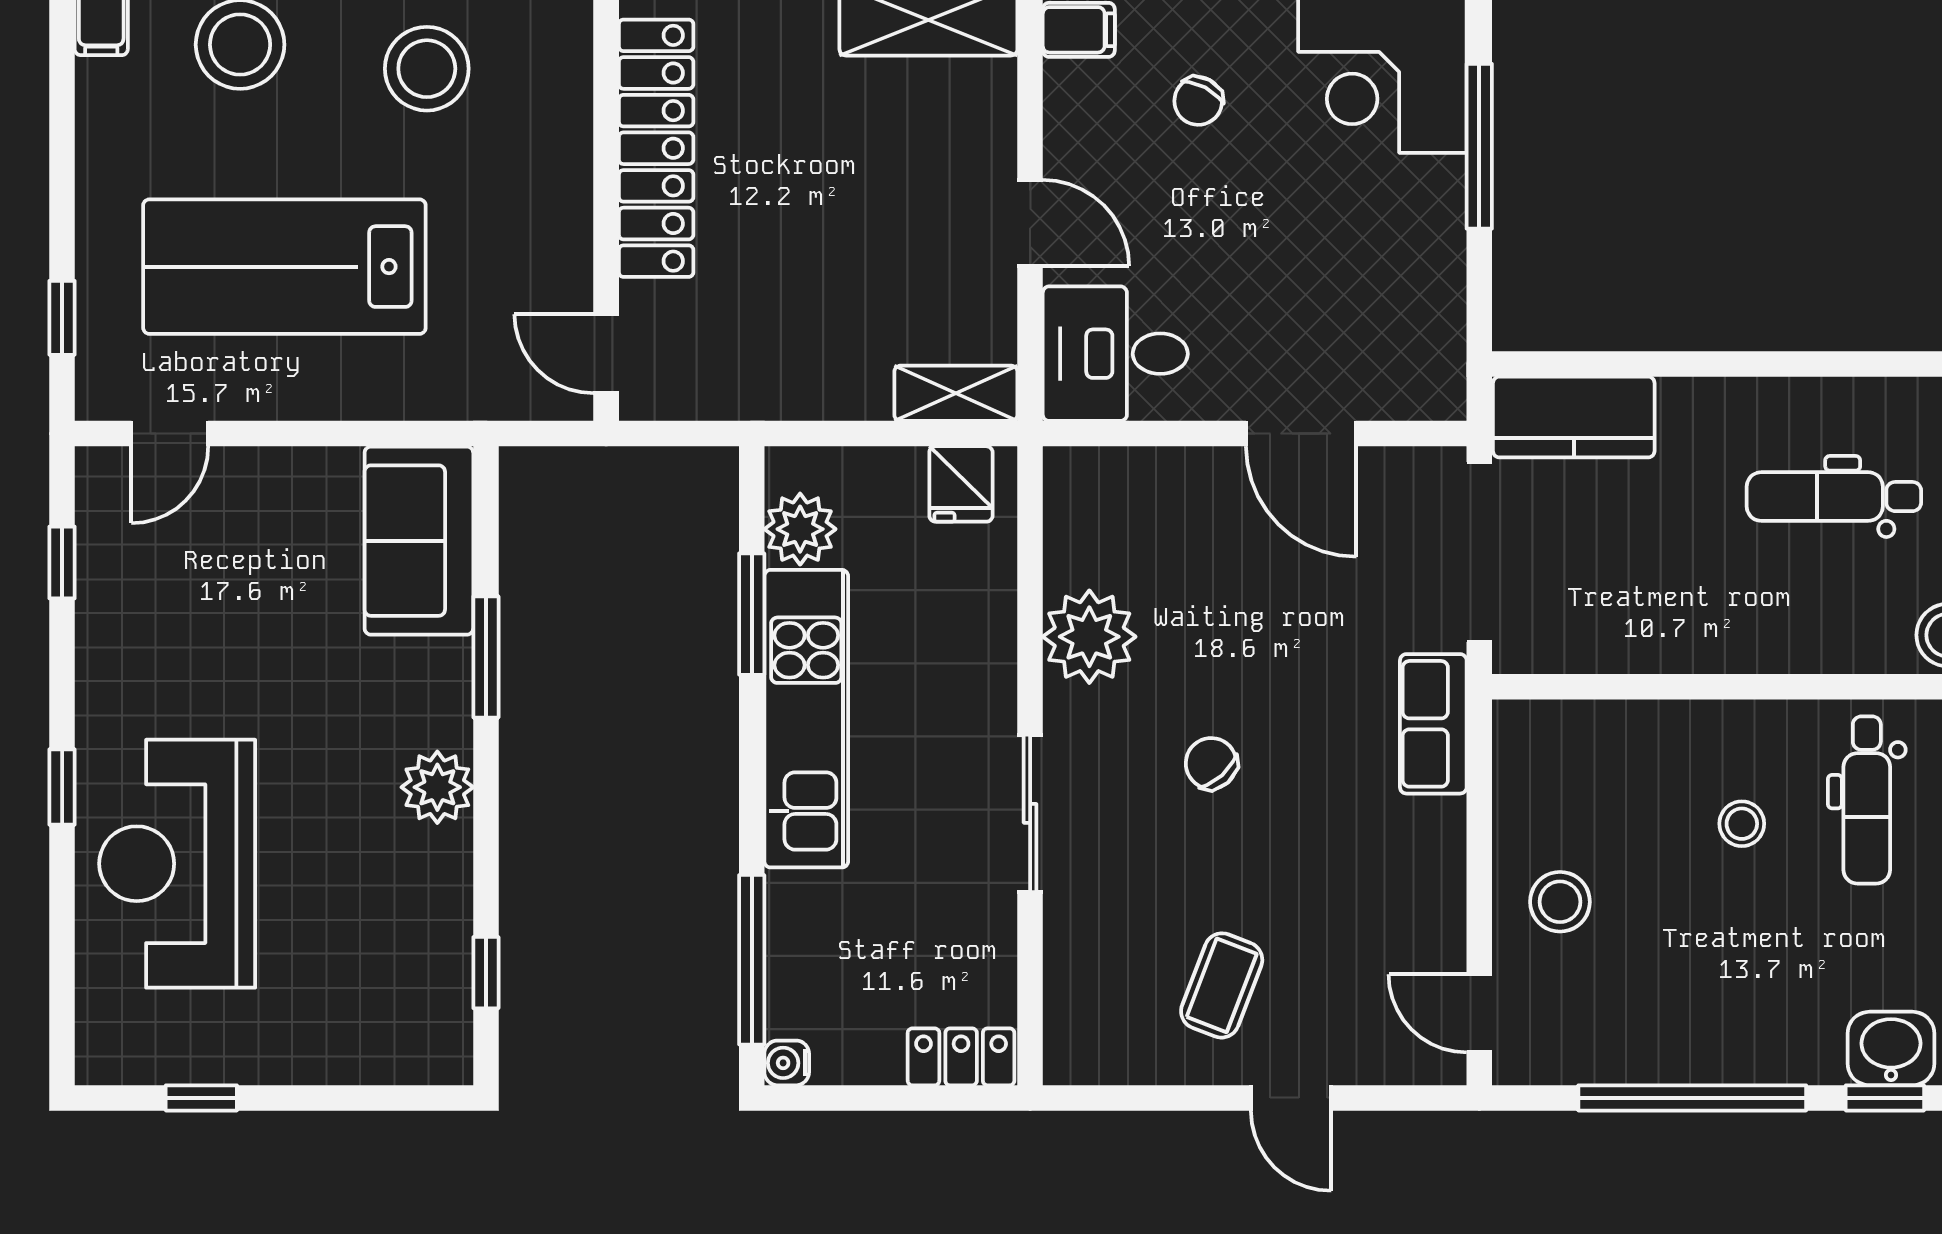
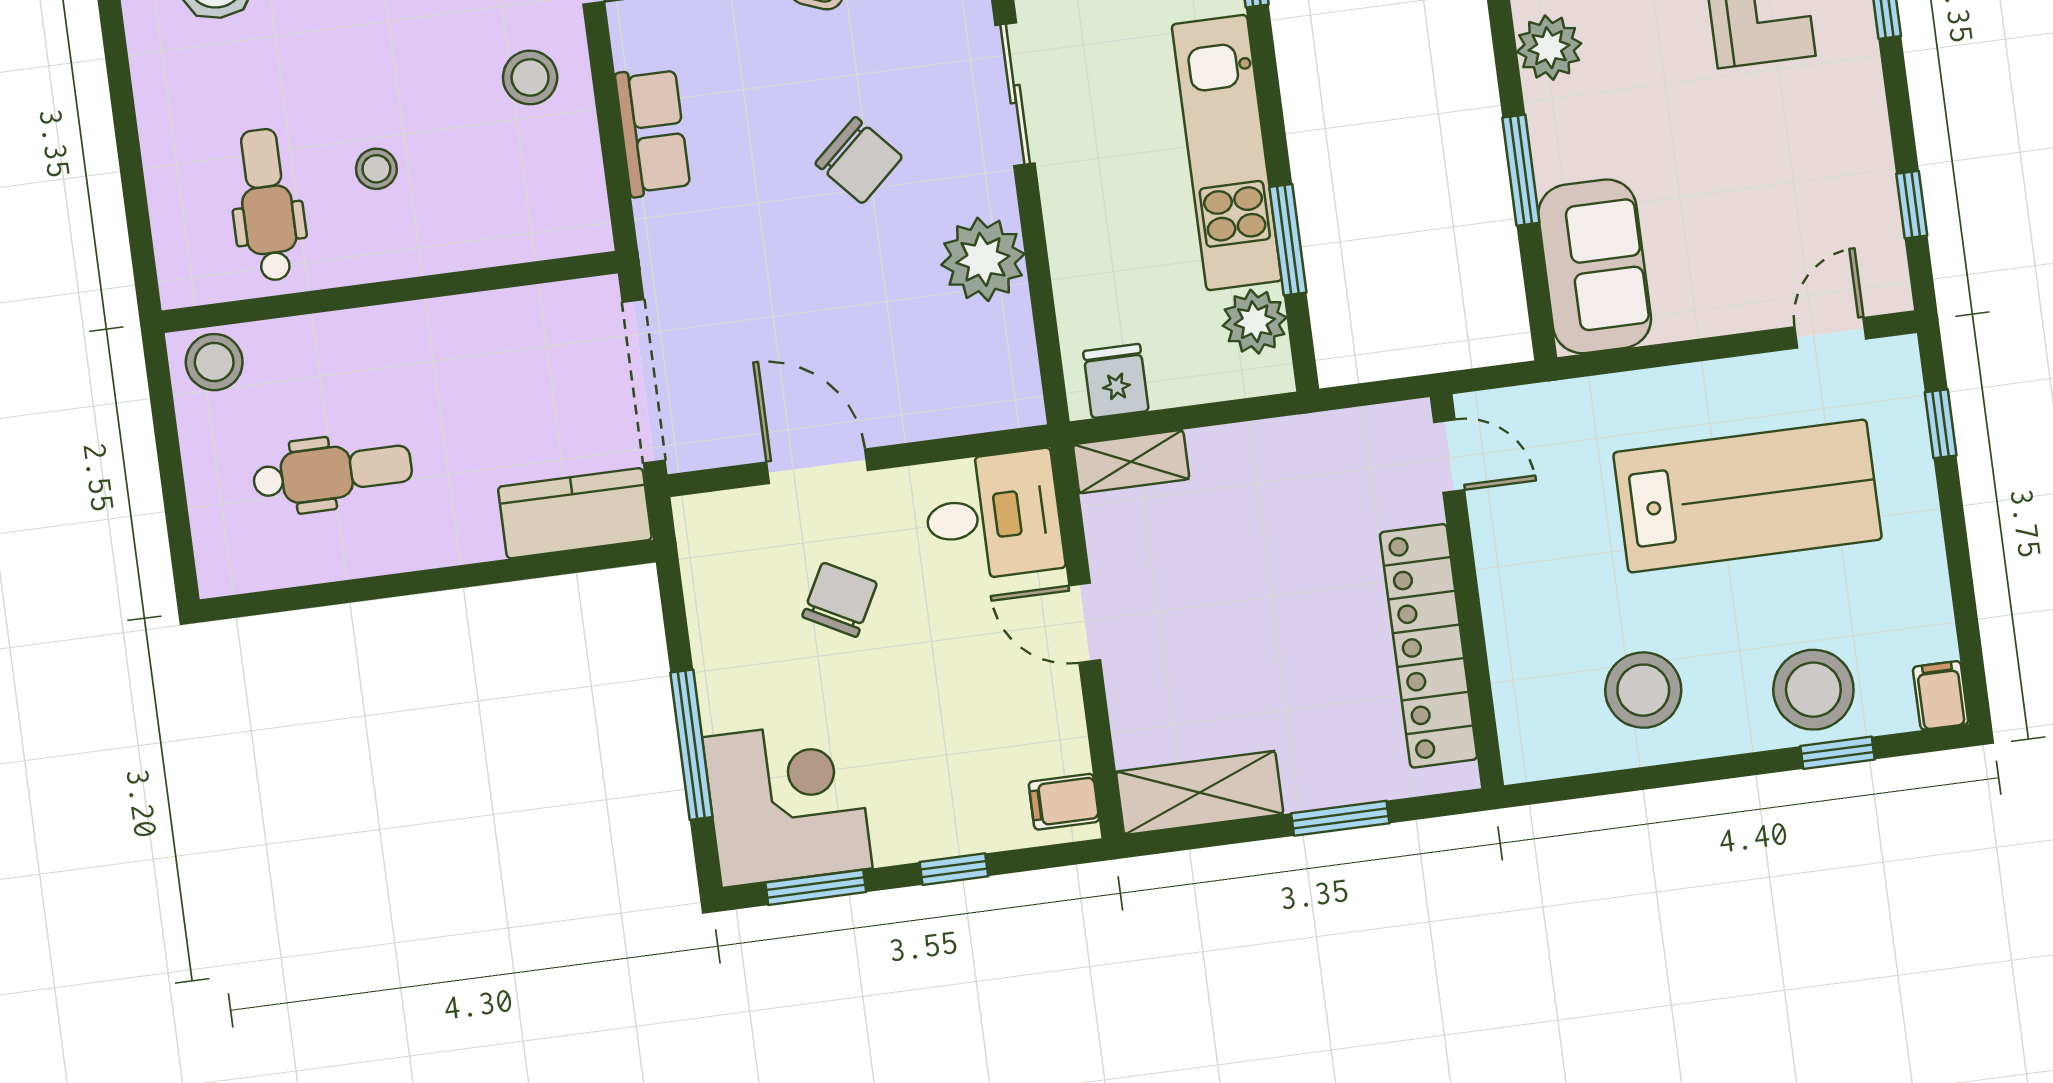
chair: (1198, 101) -> (840, 600), moved, width x1.37, depth x1.37
row of seats: (1433, 724) -> (653, 132), moved
chair: (1211, 763) -> (859, 160), width x1.37, depth x1.37

